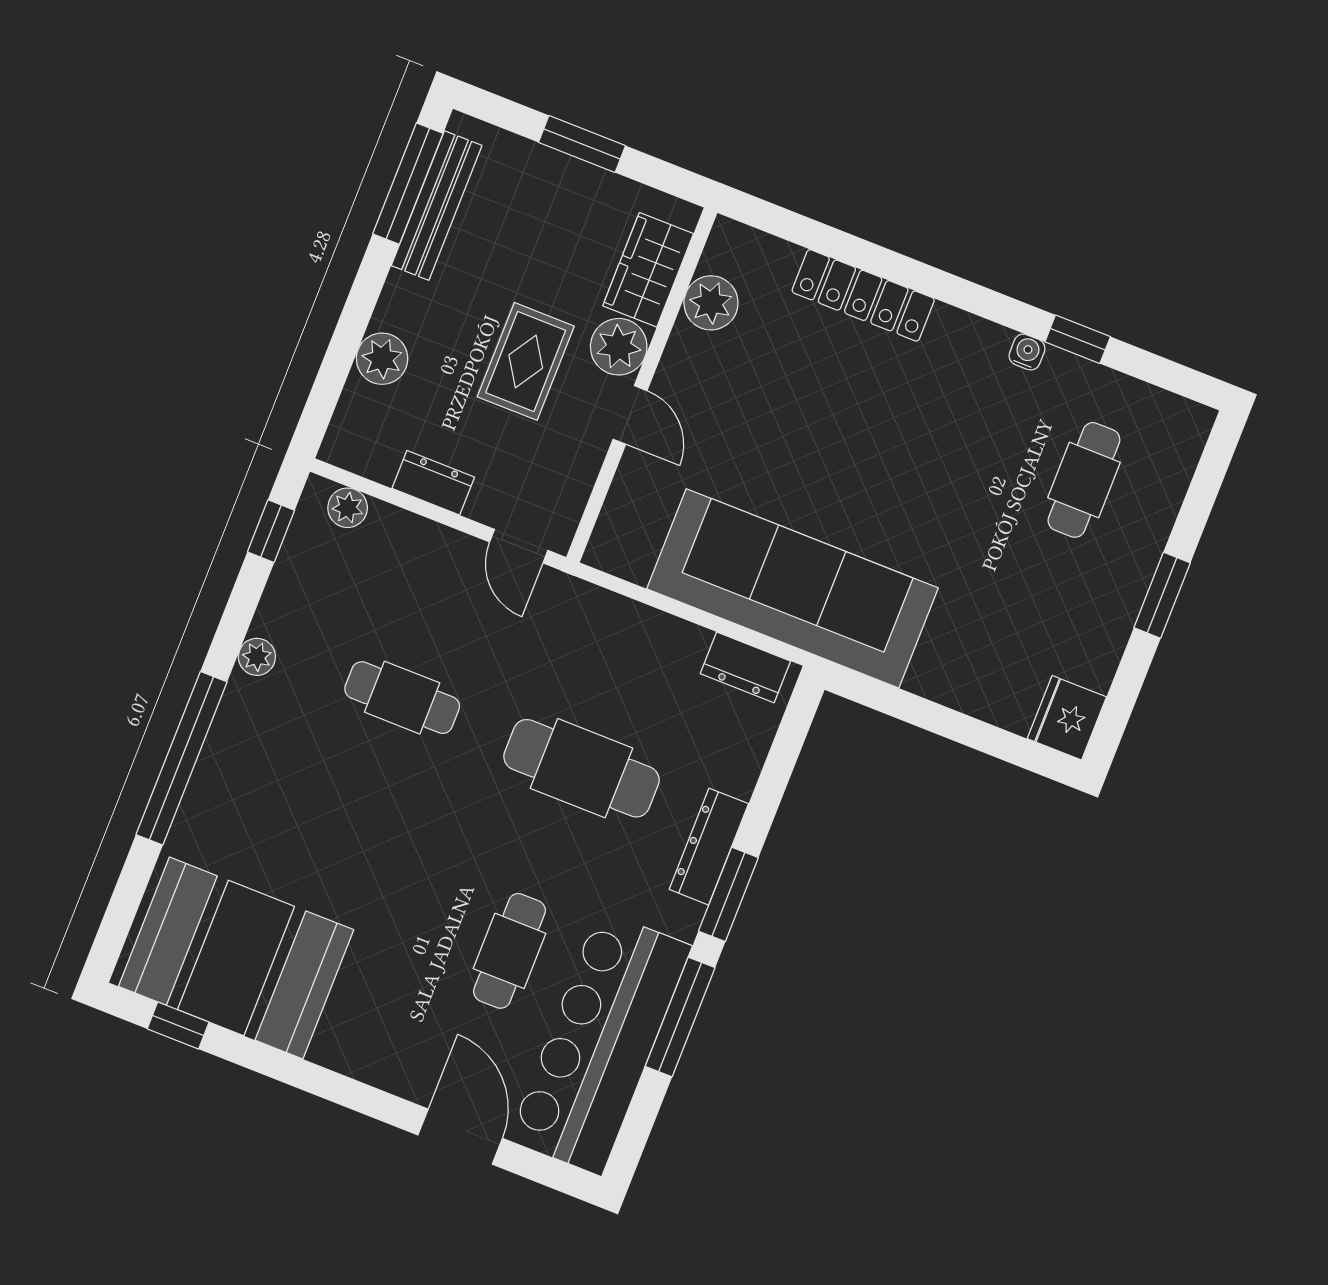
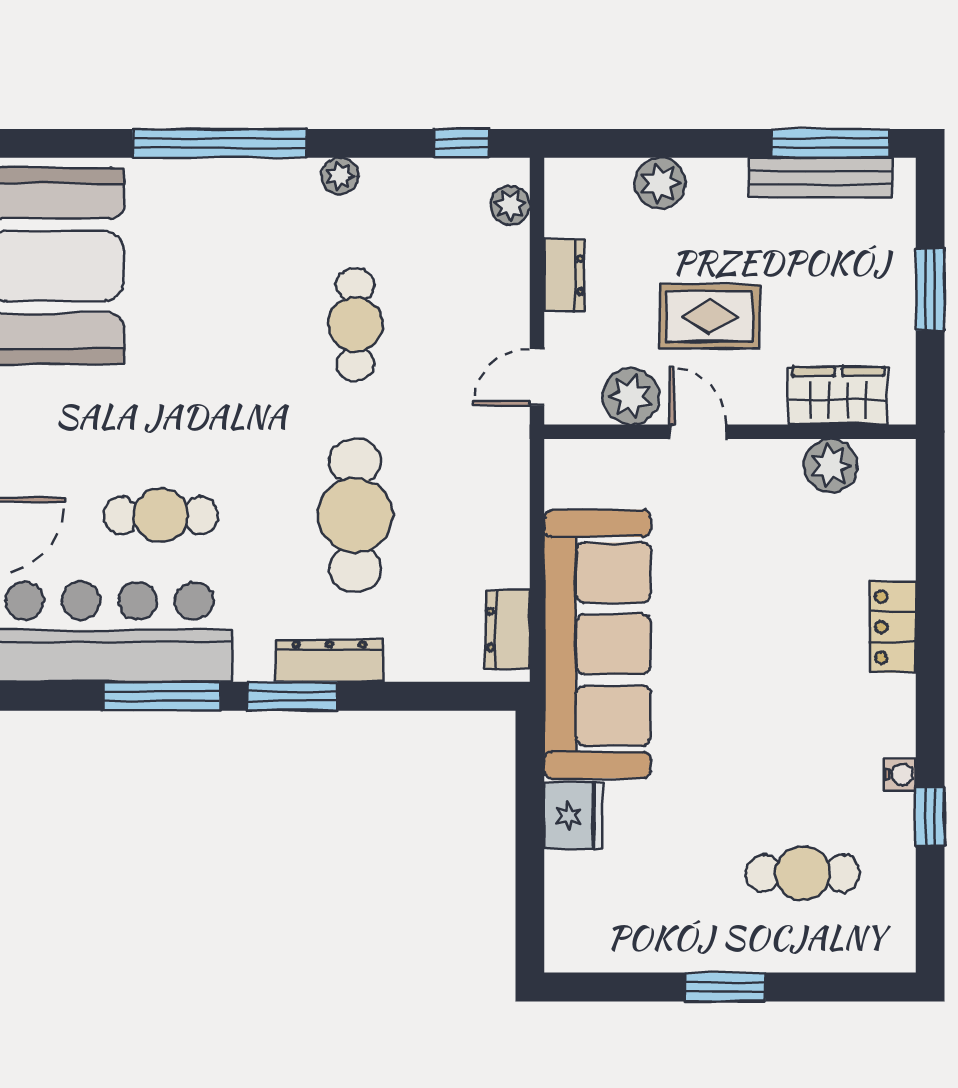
locker: (863, 295) -> (893, 627), width x0.66
plant: (619, 347) -> (631, 397), moved
door: (630, 415) -> (698, 432), swing flipped
fridge: (1067, 718) -> (573, 816), moved, turned 90

